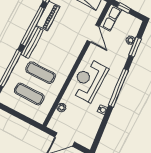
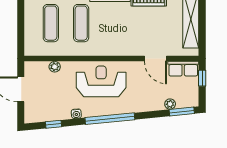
door: (93, 33) -> (155, 59), hinge flipped
window: (135, 47) -> (182, 112), moved
window: (101, 130) -> (53, 124), added

